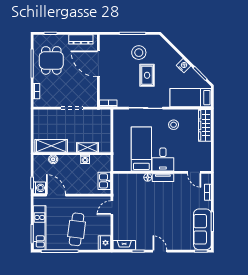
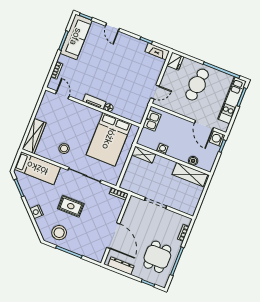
stool: (139, 53) -> (59, 233), moved
nightstand: (183, 66) -> (36, 212), moved
rug: (147, 75) -> (71, 206), turned 90
shelving: (87, 148) -> (144, 155), moved
bed: (141, 149) -> (109, 139), width x1.50
desk: (163, 159) -> (87, 119), removed
door: (160, 251) -> (112, 27), moved

